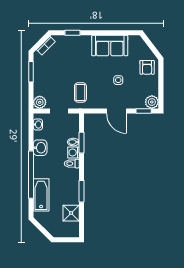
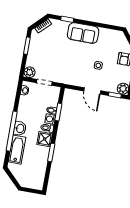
sofa: (110, 46) -> (83, 33), moved
coffee table: (80, 92) -> (65, 70), removed
washbasin: (40, 148) -> (20, 128), moved
shower: (71, 213) -> (45, 139), moved

